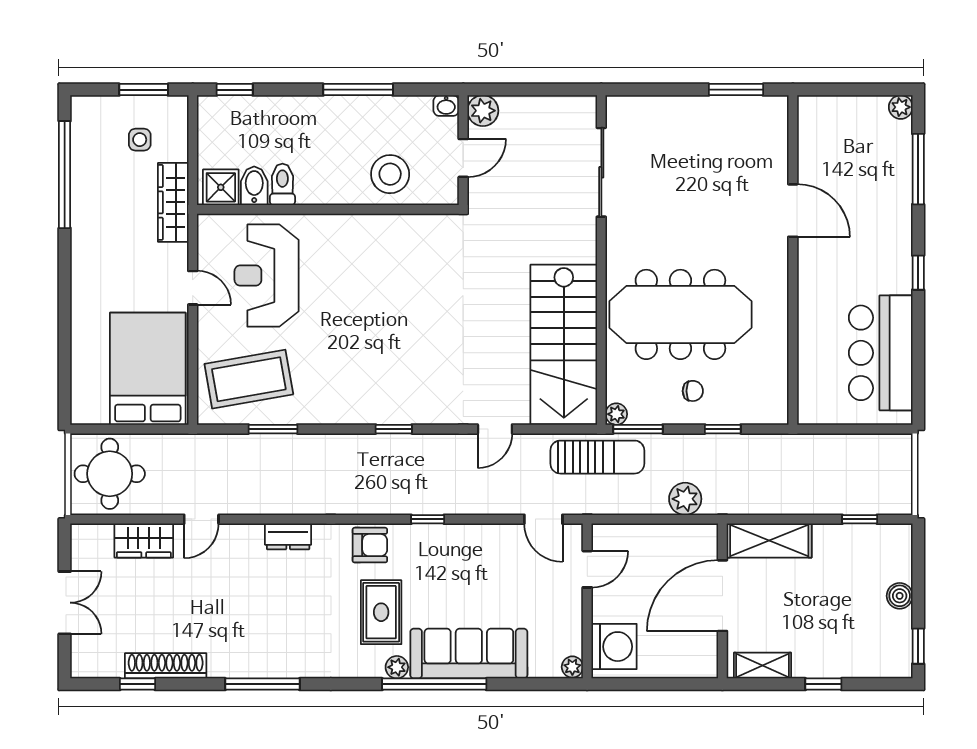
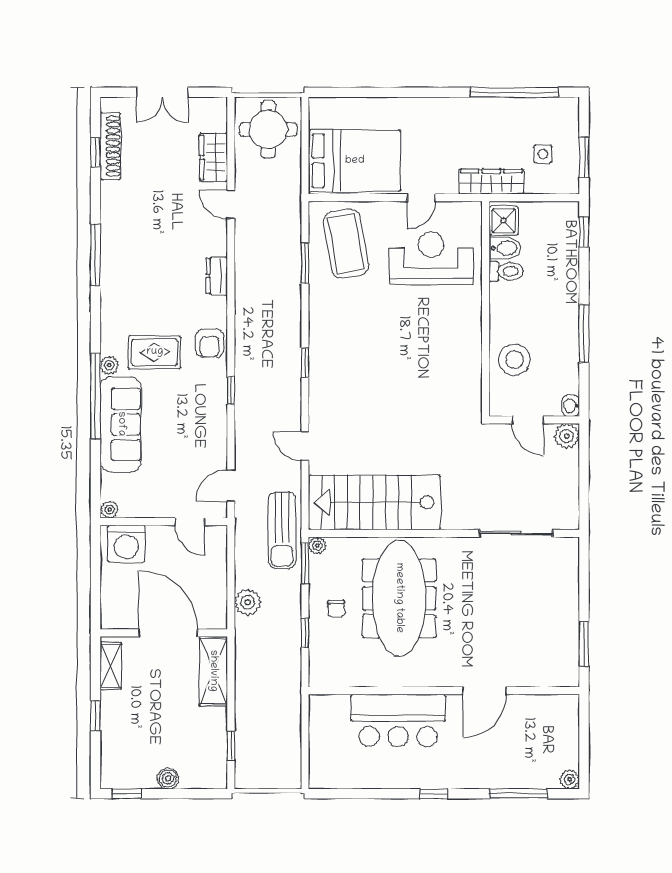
bar counter: (881, 353) -> (398, 720), moved, turned 180
shoe rack: (166, 666) -> (110, 146), moved

